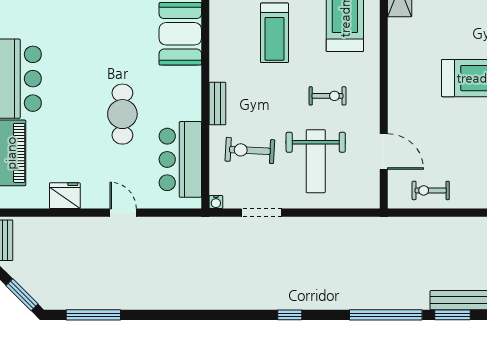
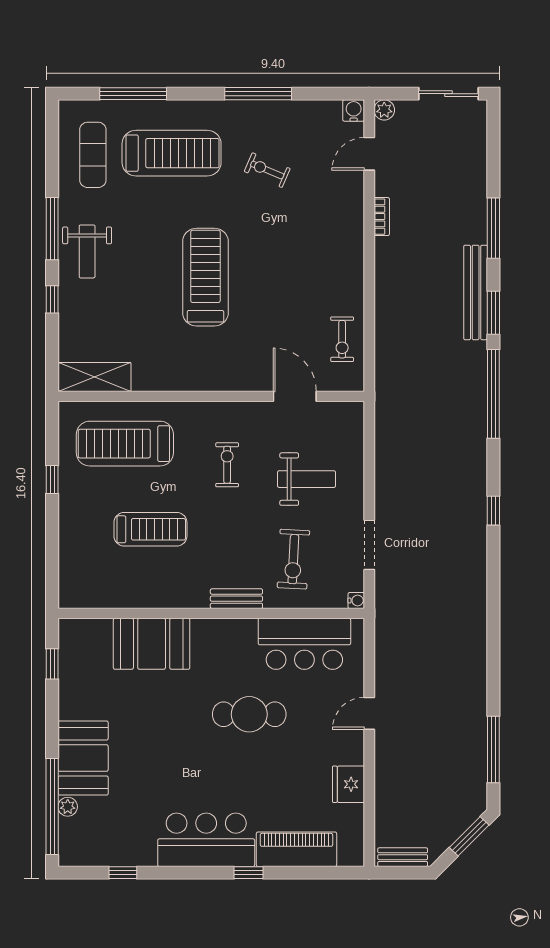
door: (384, 152) -> (295, 396), hinge flipped
weight bench: (316, 161) -> (307, 479), width x0.73, depth x0.75

